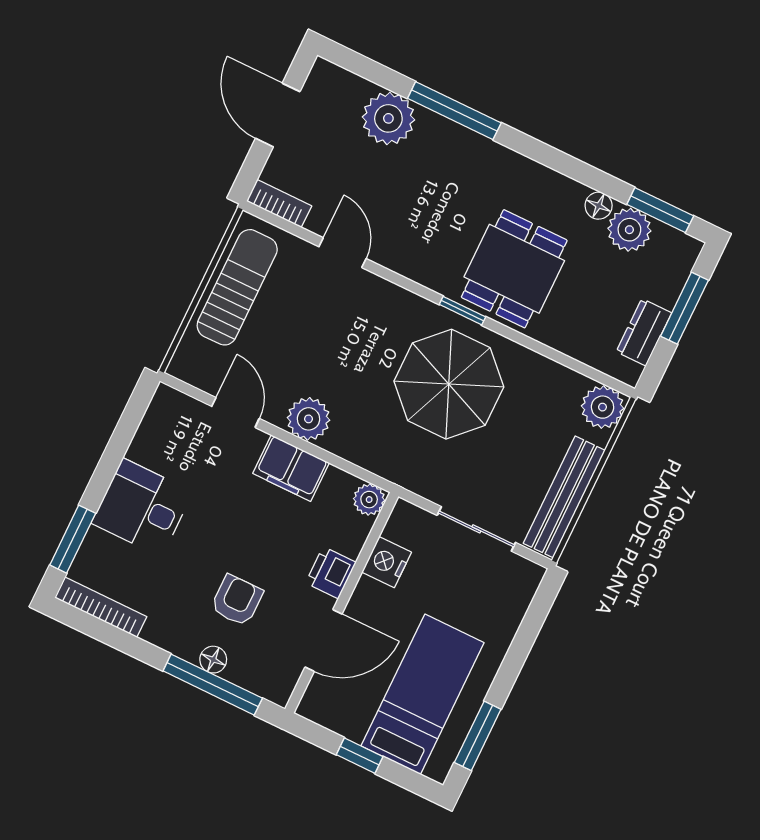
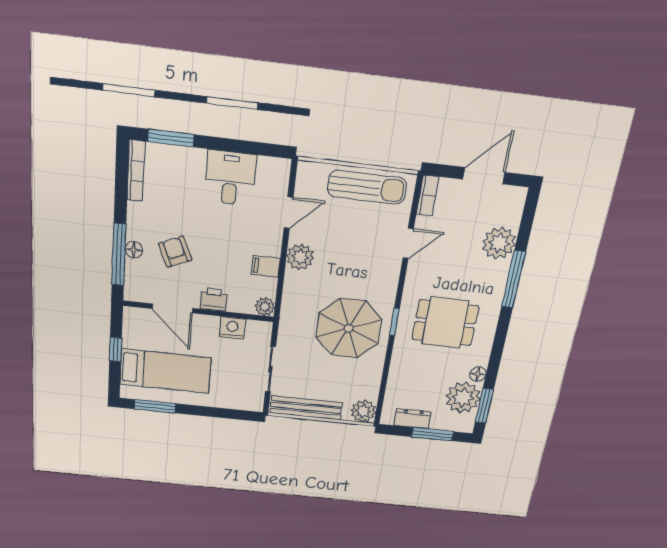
plant: (629, 230) -> (463, 398), width x1.36, depth x1.36
dining table: (514, 269) -> (445, 323), moved
filing cabinet: (291, 468) -> (266, 266), width x0.50
desk: (142, 507) -> (230, 178), moved
armchair: (237, 600) -> (175, 252), turned -114

